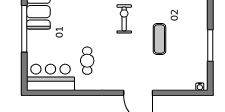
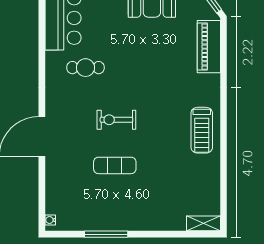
exercise bike: (124, 19) -> (116, 120), moved, turned 180

